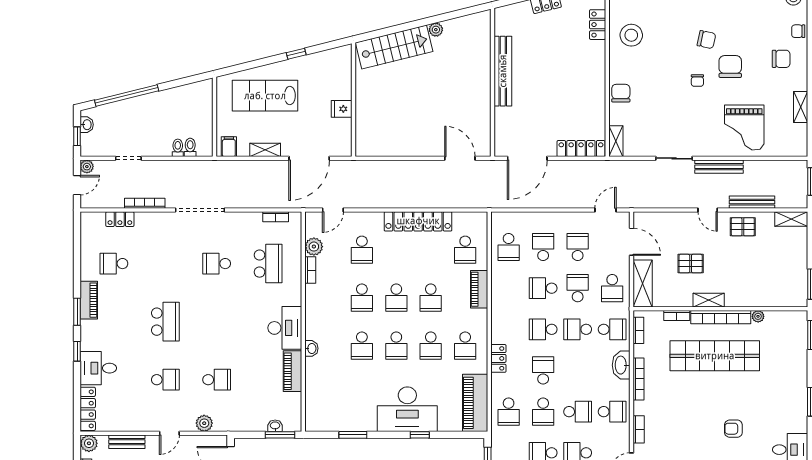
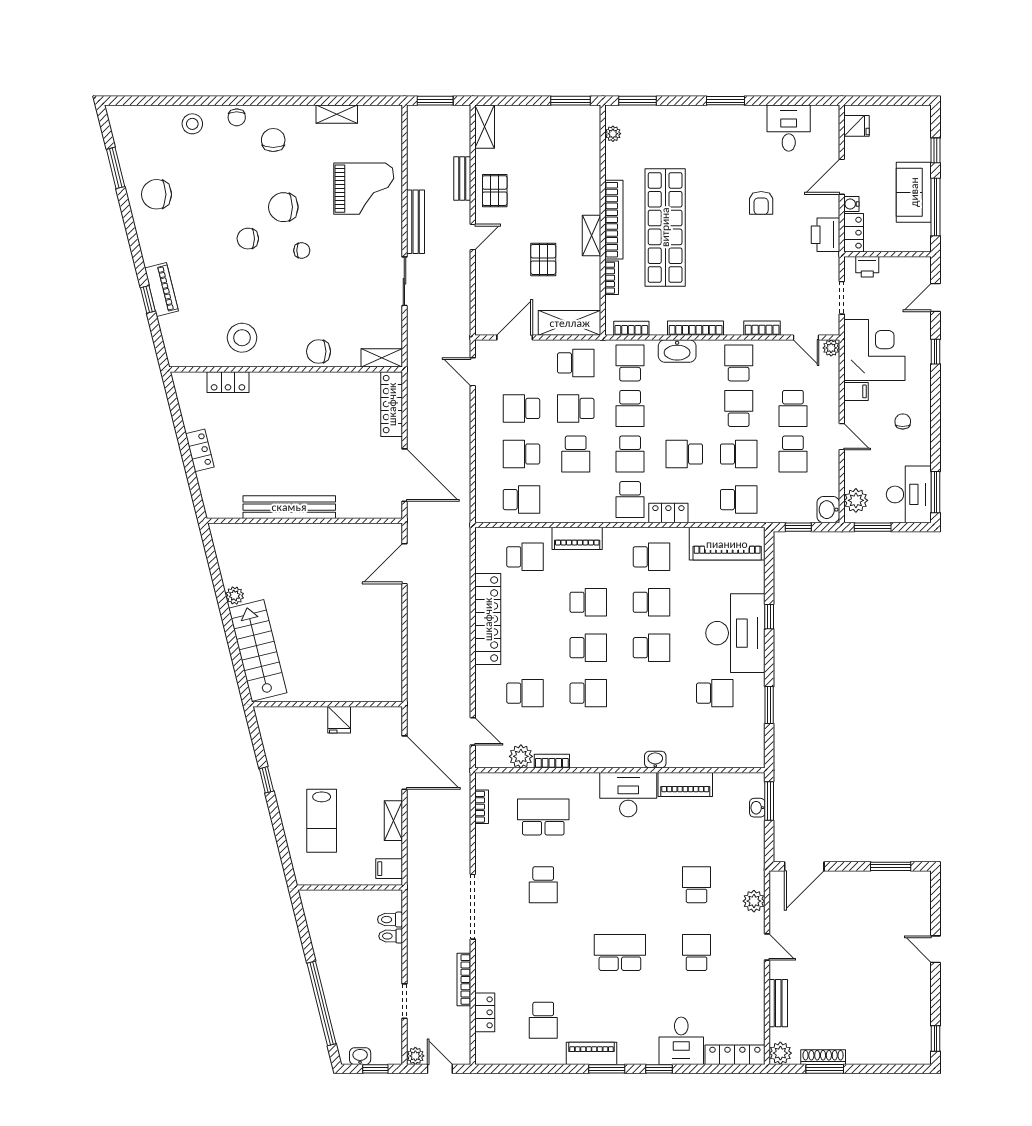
chair: (706, 40) -> (248, 239), turned -102
lab bench: (265, 96) -> (322, 821), width x0.73, depth x0.72
bench: (752, 202) -> (462, 179), width x0.73
plant: (758, 316) -> (613, 134), moved
school desk: (509, 329) -> (630, 500), added
school desk: (362, 346) -> (715, 693), moved

